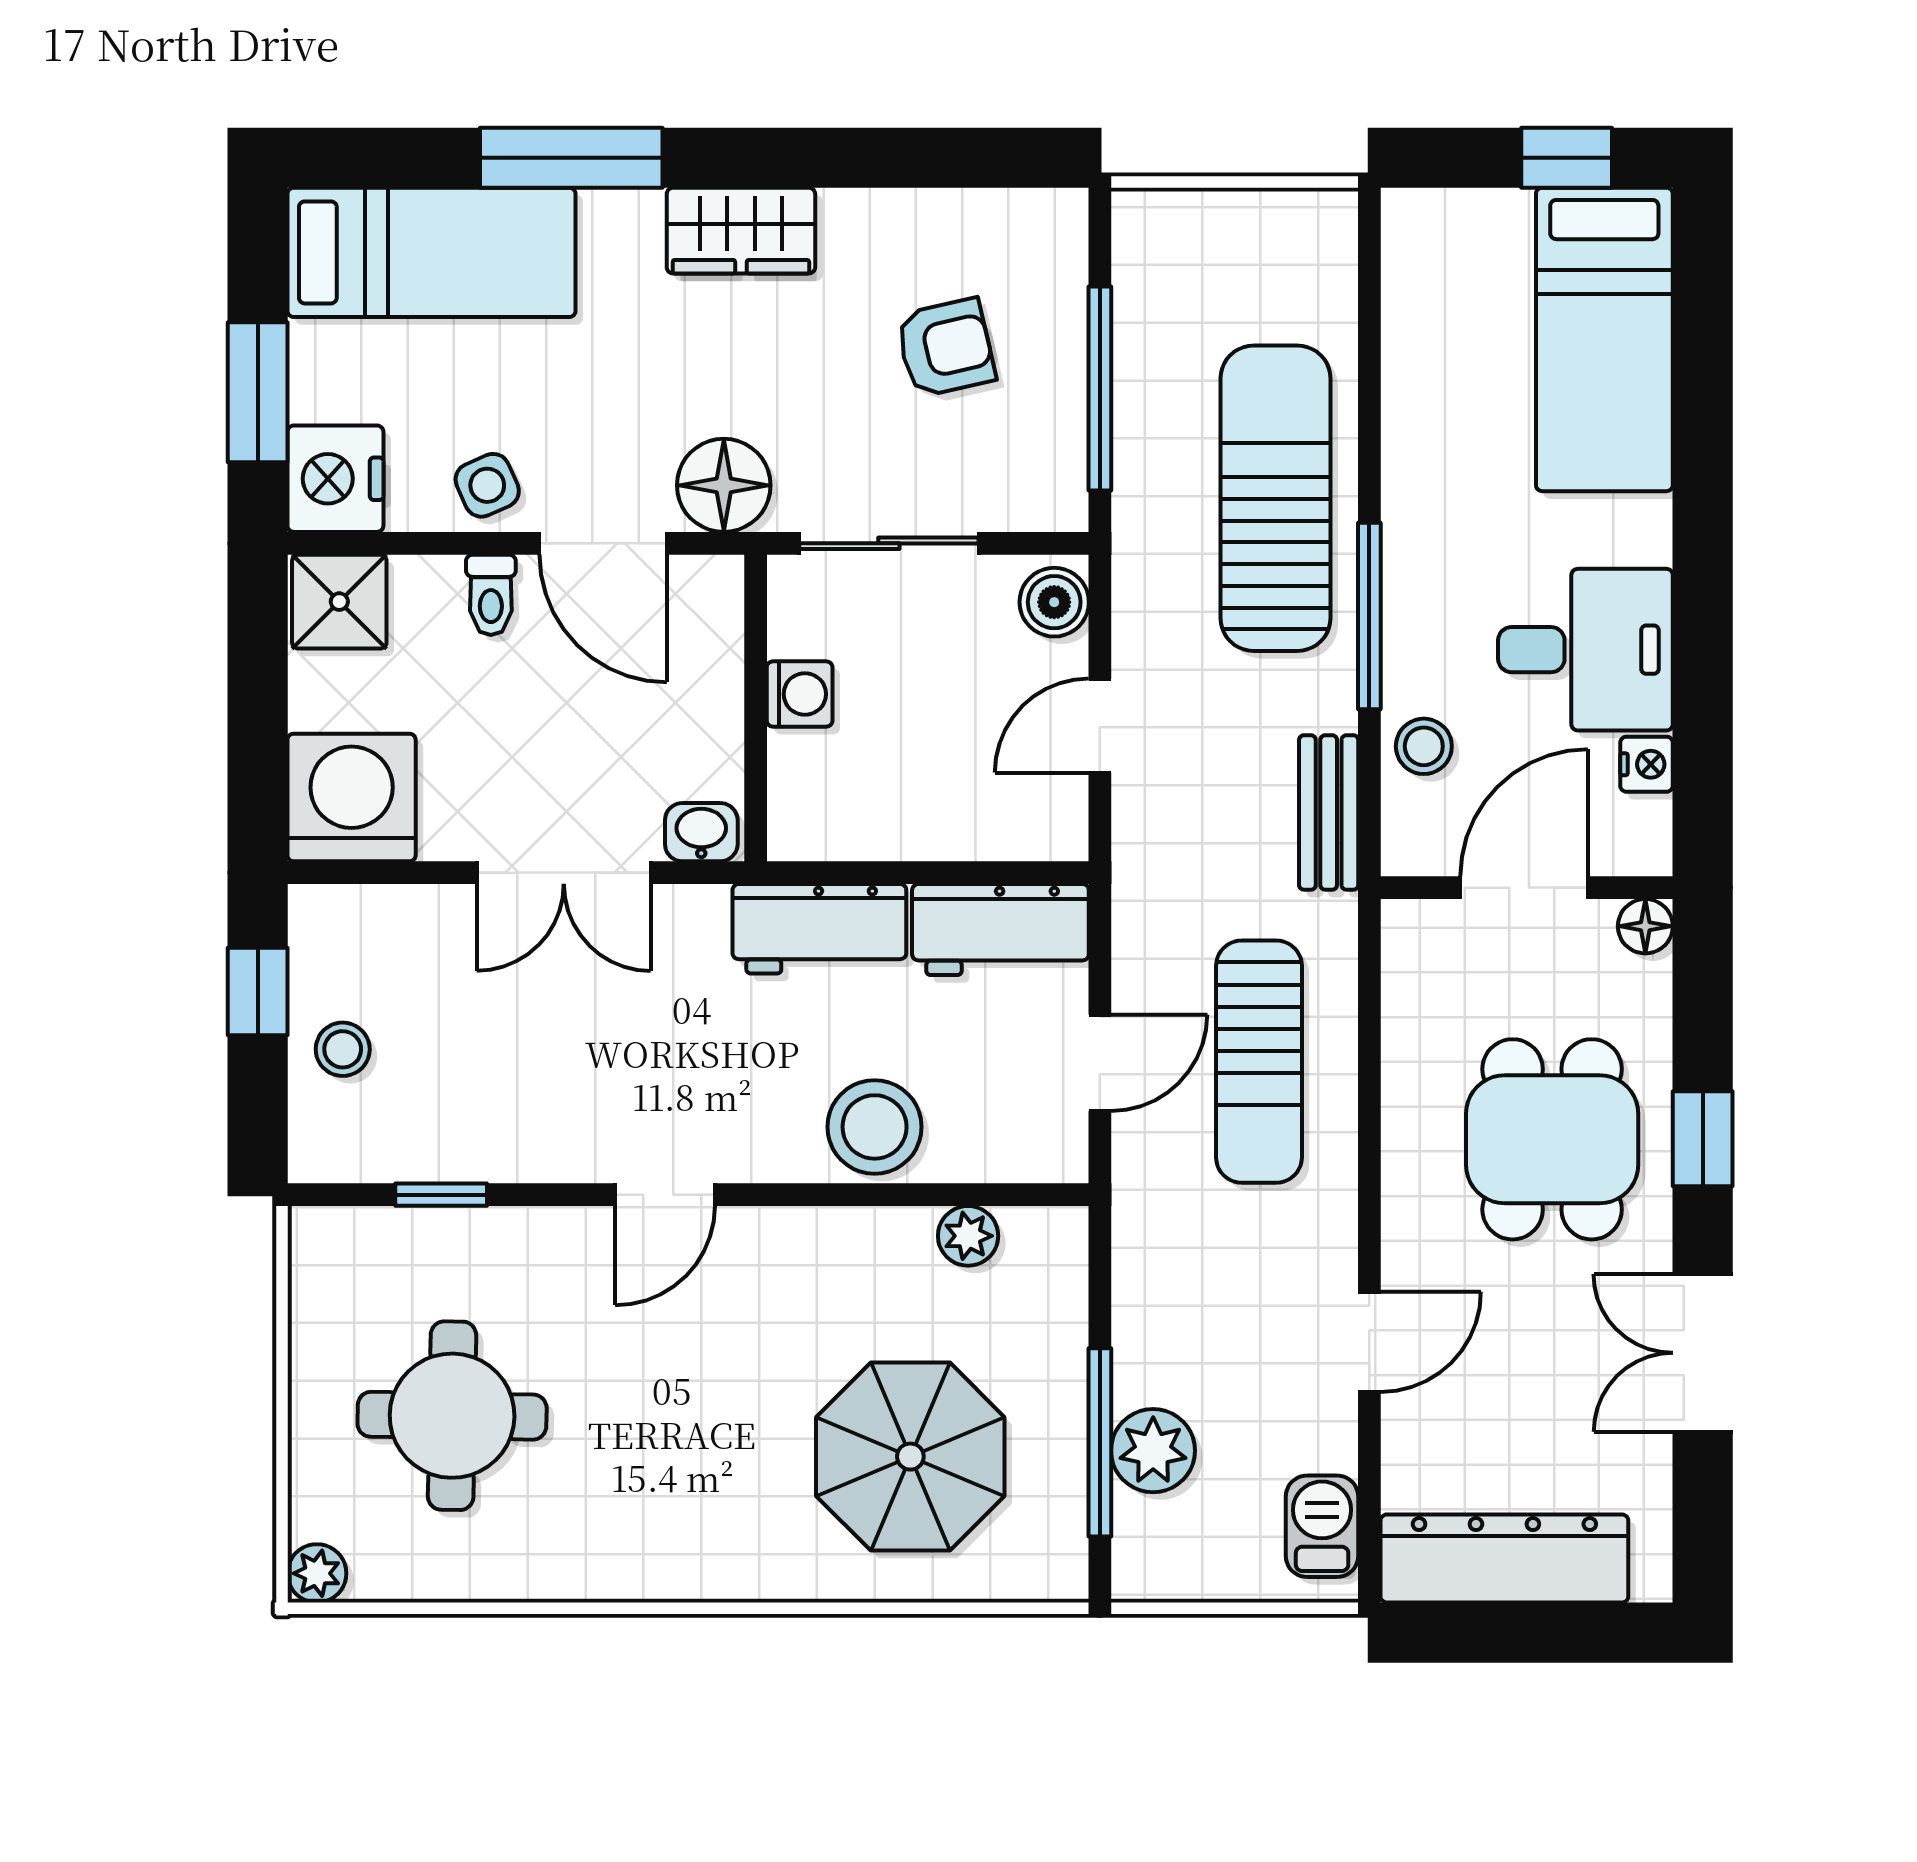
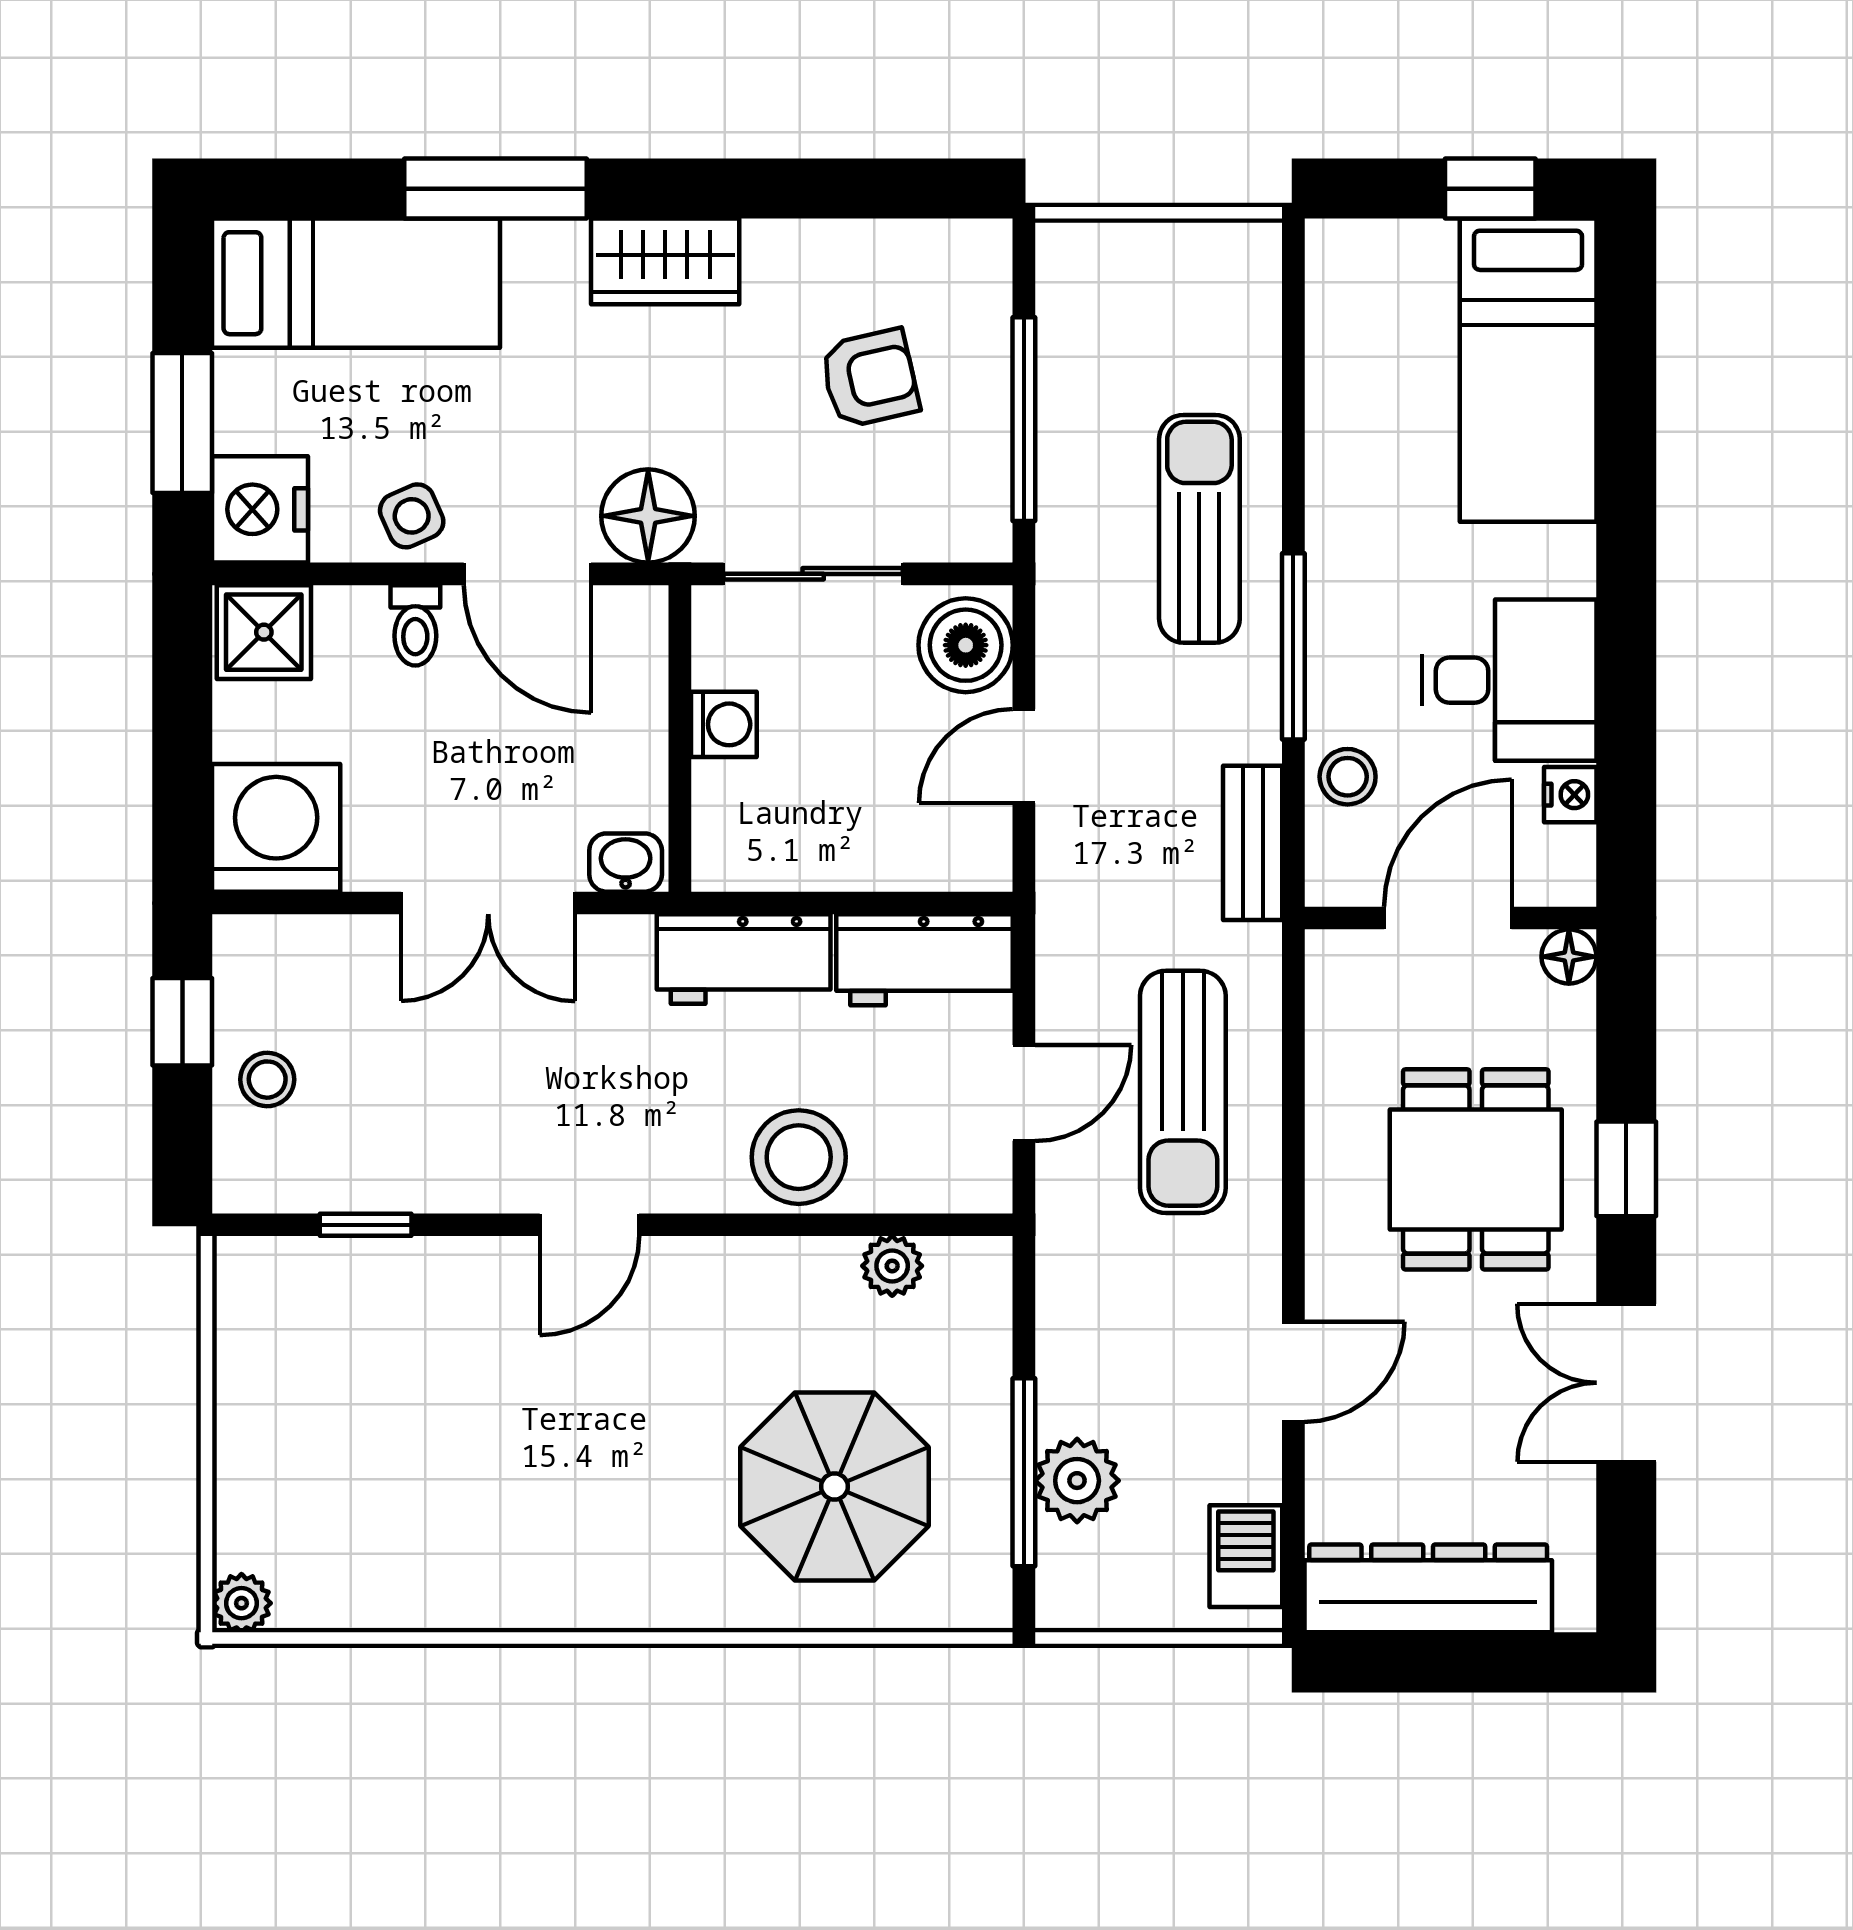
sun lounger: (1276, 498) -> (1199, 529), width x0.73, depth x0.75
boiler: (1054, 602) -> (966, 645), width x1.36, depth x1.36
round table: (452, 1416) -> (376, 1446), removed

